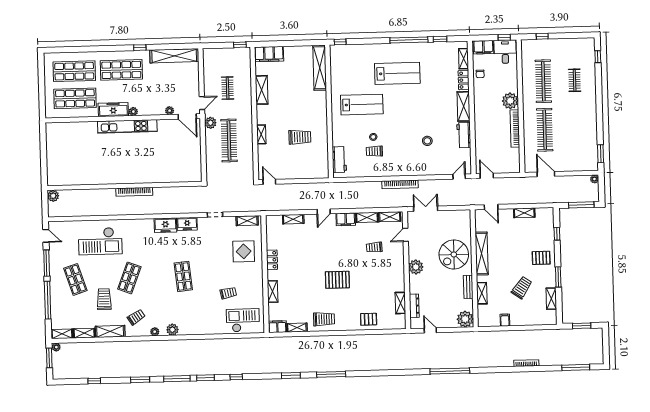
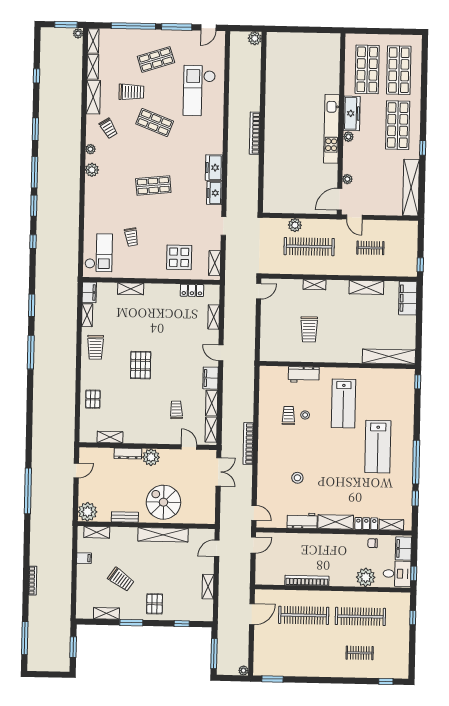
plant: (510, 101) -> (366, 577), moved
plant: (210, 123) -> (295, 225), moved
workbench: (339, 160) -> (304, 375), moved
locker: (272, 260) -> (192, 290), moved
shelving: (482, 293) -> (97, 532), moved
dresser: (414, 306) -> (128, 453), moved

